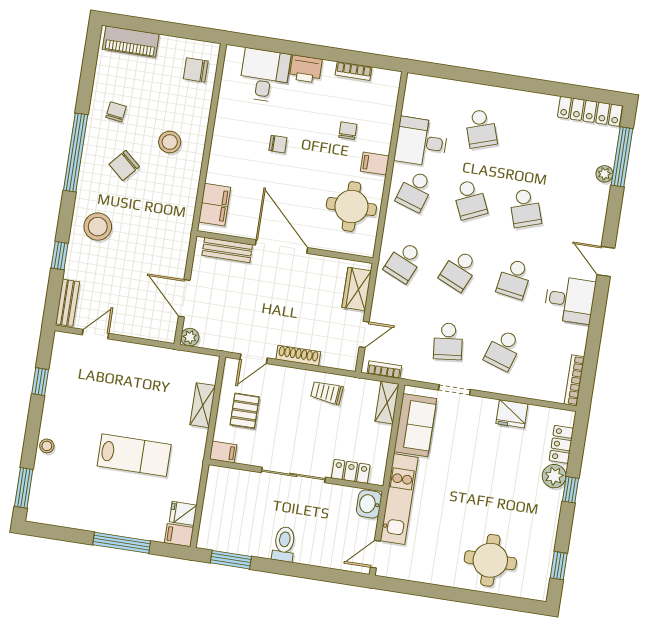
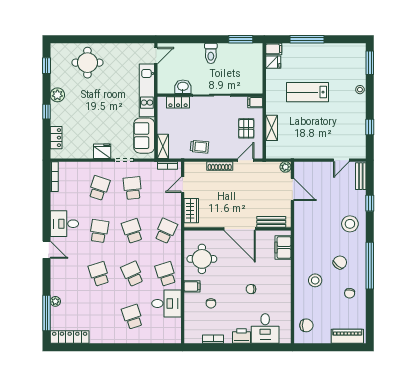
school desk: (415, 191) -> (166, 274), turned -36
school desk: (459, 270) -> (132, 231), turned -42
fridge: (512, 414) -> (102, 151), moved
plant: (554, 476) -> (57, 95), moved
washbasin: (369, 504) -> (183, 87), moved, turned -90

